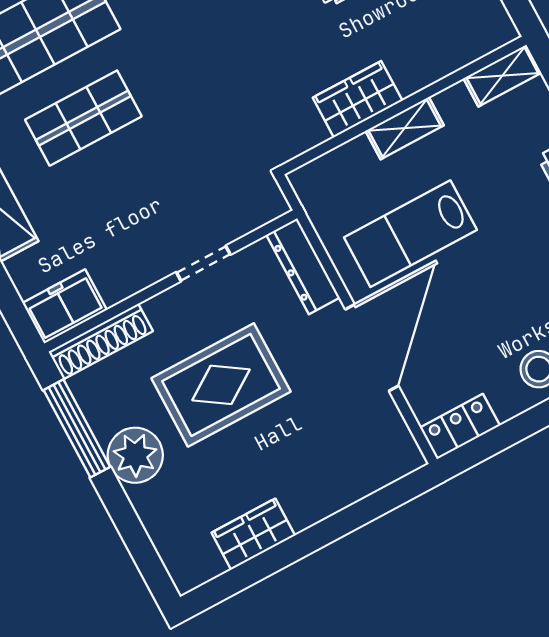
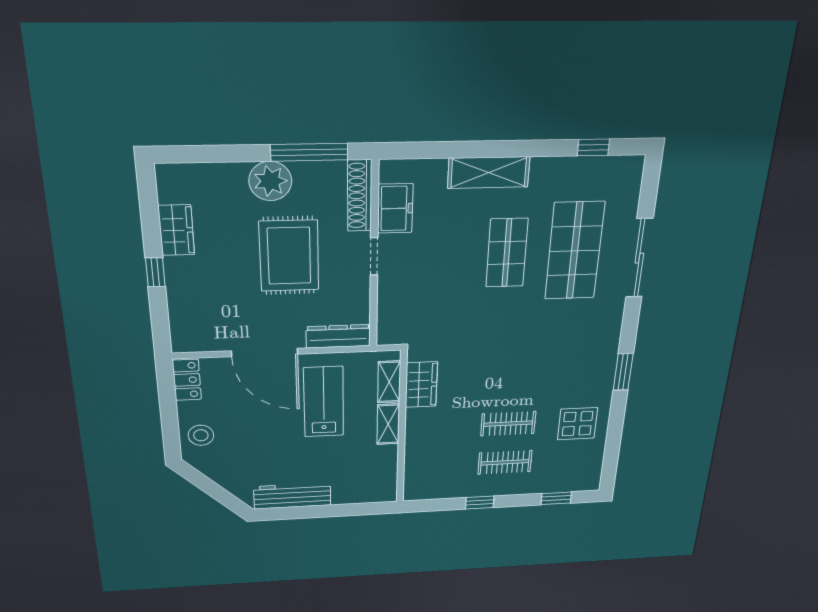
shelving: (502, 76) -> (389, 382), moved
wardrobe: (358, 99) -> (421, 385), moved
doorway: (203, 263) -> (374, 256), moved
freezer: (65, 306) -> (395, 208), moved
window: (322, 534) -> (155, 272), added

